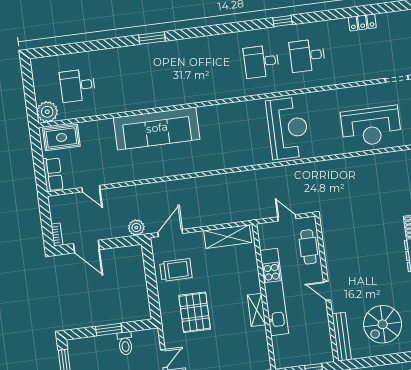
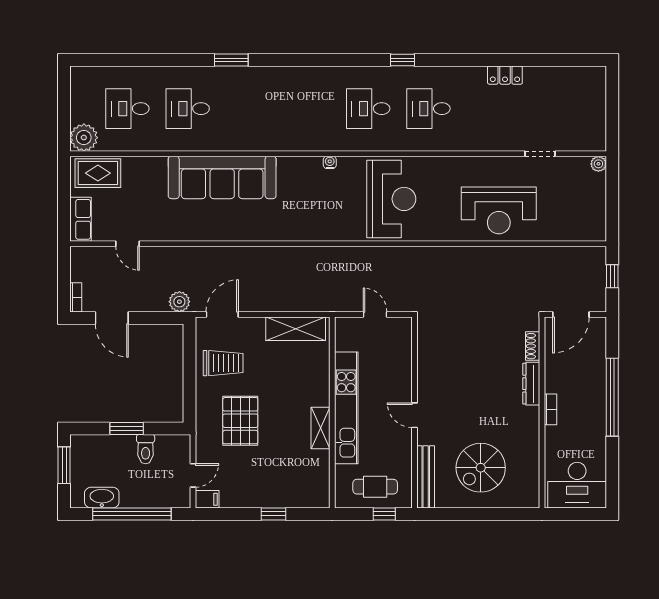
desk: (124, 79) -> (188, 109), added
water cooler: (237, 106) -> (330, 162), added
cafe table: (308, 247) -> (375, 487), moved, turned 90

